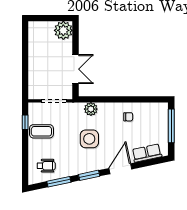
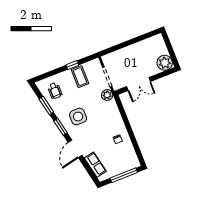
plant: (91, 109) -> (107, 95), moved
window: (25, 122) -> (72, 65), moved
side table: (89, 139) -> (78, 117), moved
door: (120, 169) -> (75, 149), swing flipped

